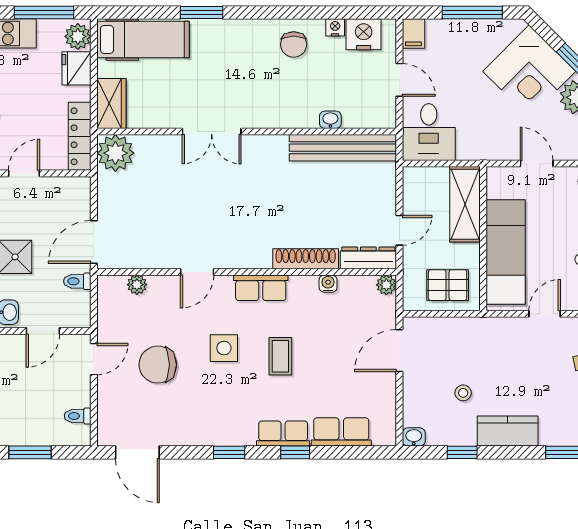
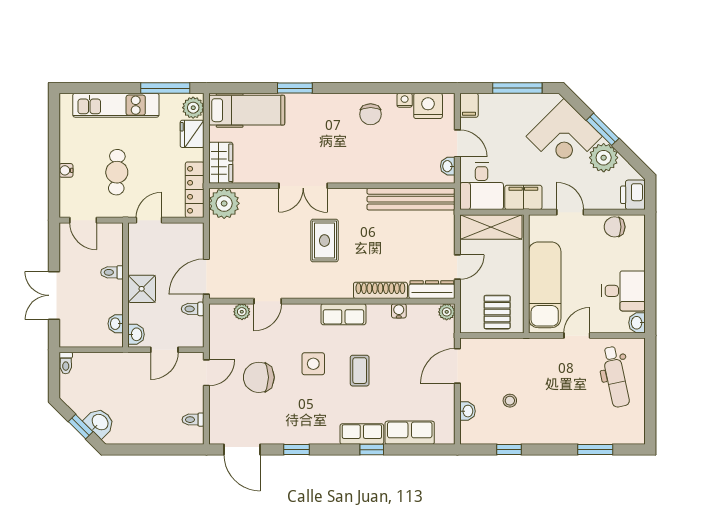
washbasin: (330, 120) -> (448, 166), moved, turned -90
filing cabinet: (480, 146) -> (523, 197), added
rug: (238, 198) -> (324, 241), added
shelving: (465, 204) -> (491, 227), moved, turned 90
door: (197, 272) -> (268, 301), moved
pallet: (448, 285) -> (497, 312), turned 90
kitchen counter: (508, 431) -> (546, 432), removed
washbasin: (414, 437) -> (467, 411), moved, turned 90
window: (30, 452) -> (154, 450), removed
window: (229, 452) -> (296, 450), moved

